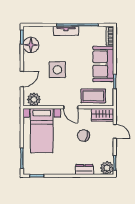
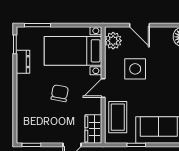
side table: (57, 70) -> (135, 69), moved
chair: (83, 136) -> (60, 93), moved
plant: (107, 168) -> (25, 135), removed
dresser: (84, 169) -> (23, 62), moved

